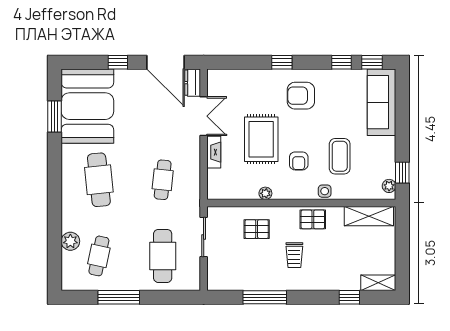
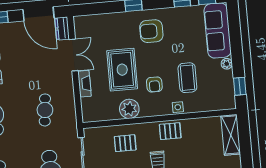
plant: (389, 186) -> (227, 64), moved
plant: (265, 193) -> (129, 109), width x1.88, depth x1.88
shelving: (369, 216) -> (231, 135), moved, turned 90

